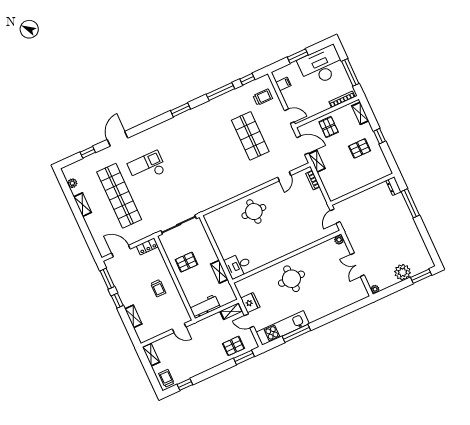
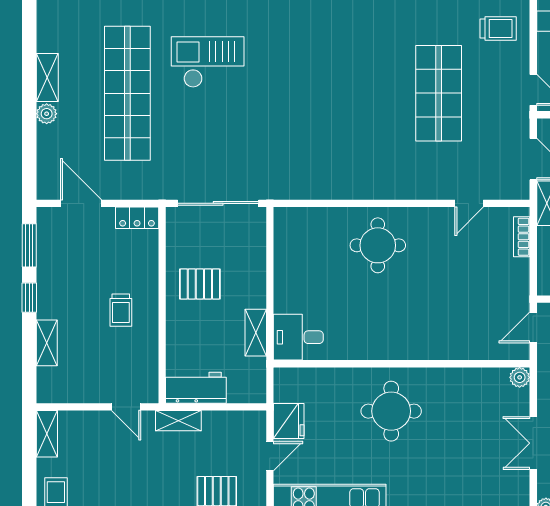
plant: (72, 183) -> (47, 114), moved
shelving: (231, 311) -> (178, 421), moved
door: (249, 321) -> (270, 456), swing flipped

